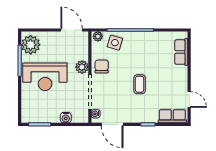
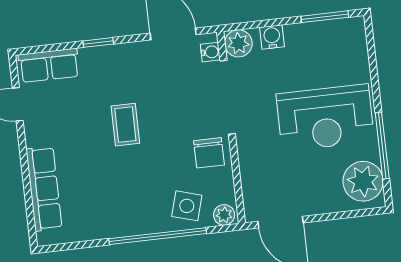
row of seats: (181, 52) -> (44, 189), width x1.48
plant: (82, 67) -> (238, 43), moved
reception desk: (45, 77) -> (325, 118), turned 180

